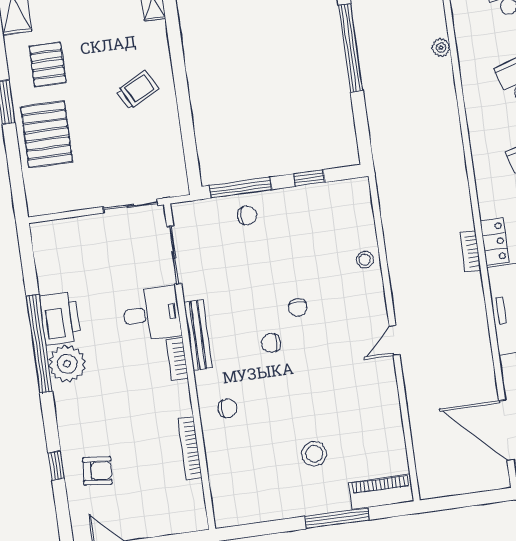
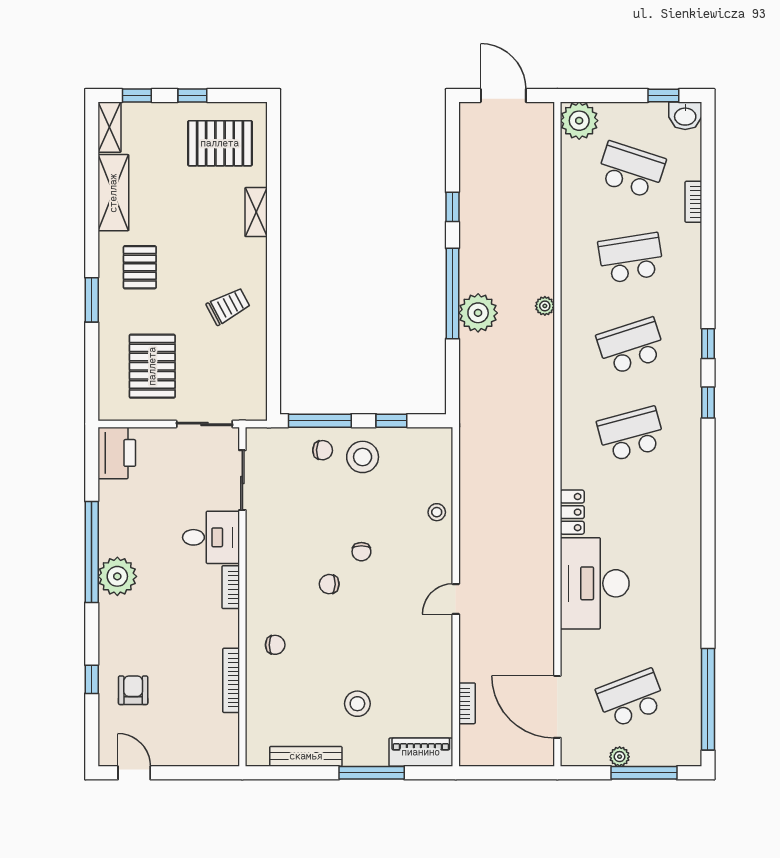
plant: (378, 63) -> (478, 313), added
pallet: (47, 134) -> (152, 366), moved
stool: (286, 217) -> (363, 457), added
bookcase: (470, 251) -> (467, 703), moved, turned 180
printer: (60, 319) -> (117, 453), moved
bench: (198, 335) -> (306, 756), moved, turned 90
armchair: (97, 471) -> (133, 690), turned -95

